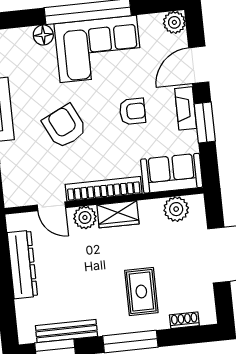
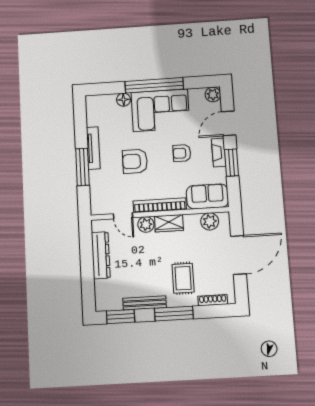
armchair: (132, 111) -> (182, 153), turned 180
armchair: (65, 126) -> (135, 161), turned -64
shoe rack: (184, 320) -> (213, 300), width x1.43
bench: (67, 331) -> (145, 303), moved

